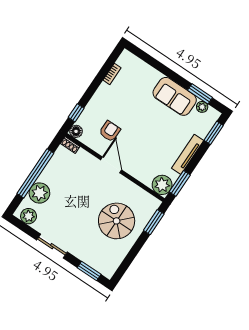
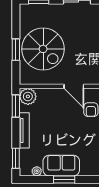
window: (200, 94) -> (64, 180), moved
spiral stairs: (117, 221) -> (43, 49), width x1.37, depth x1.37
window: (154, 222) -> (16, 50), moved

